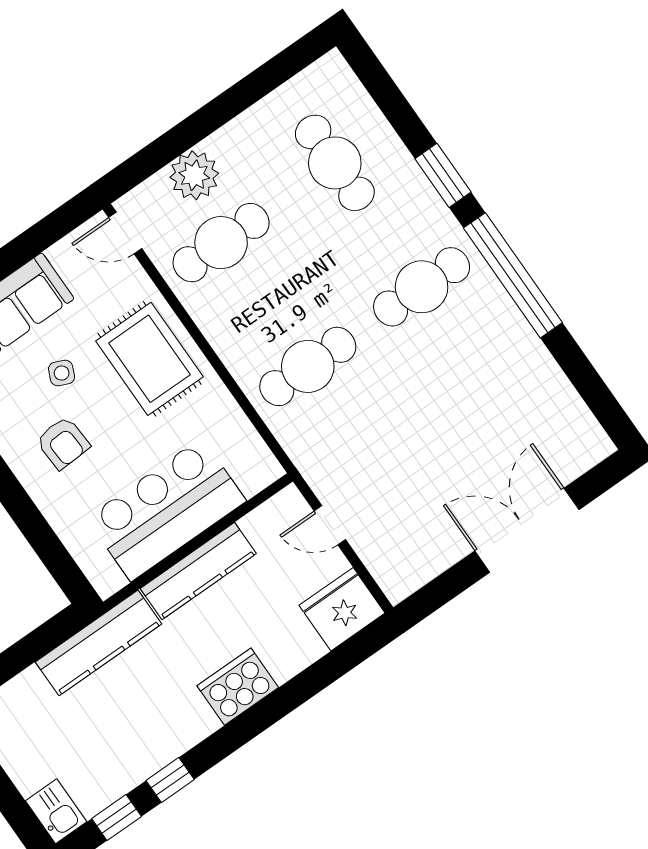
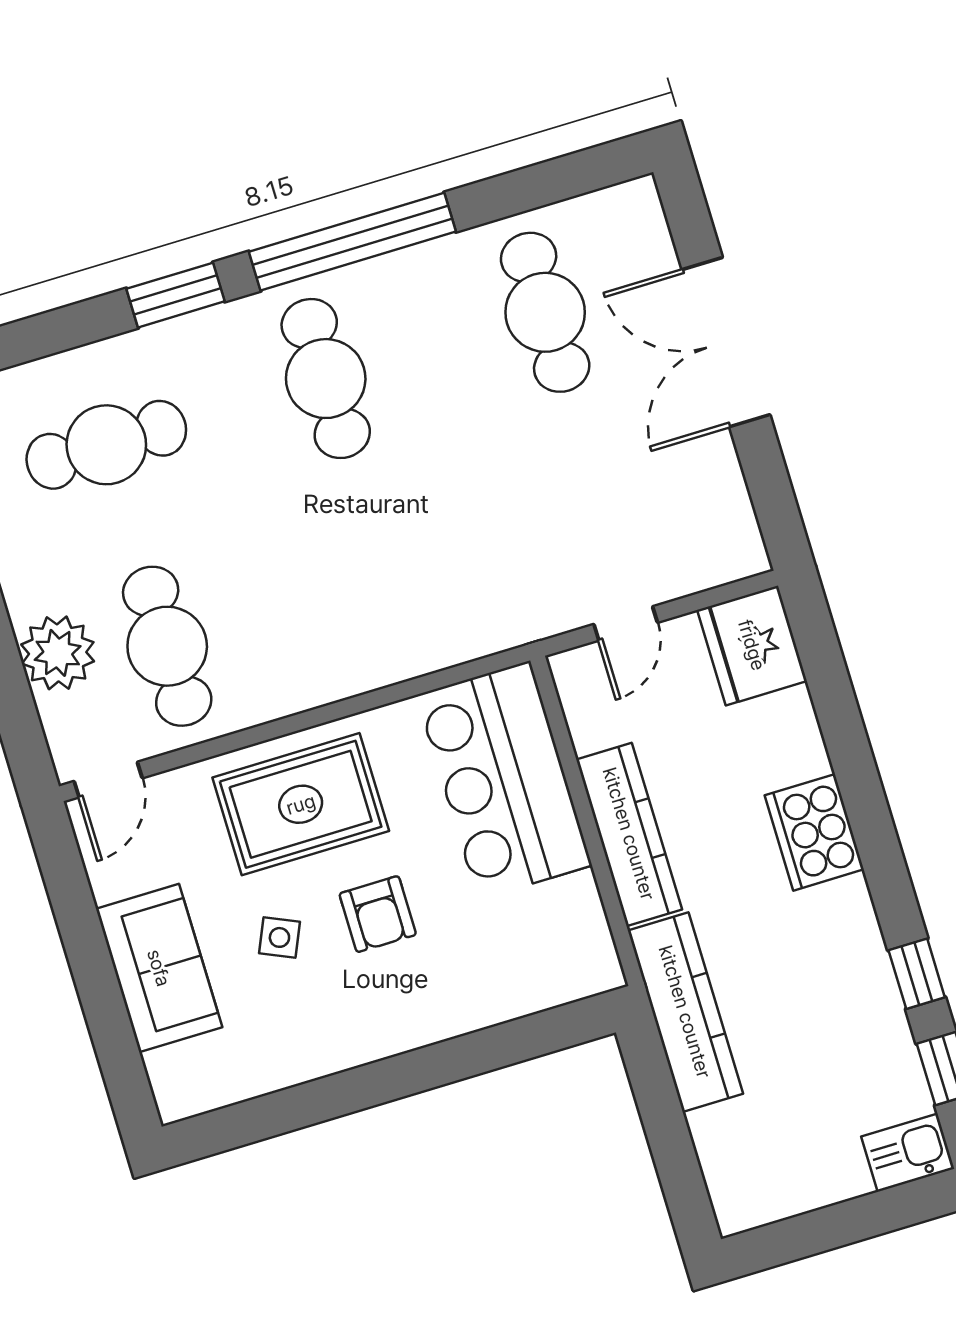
cafe table: (308, 366) -> (545, 312), moved
armchair: (63, 443) -> (378, 914), moved, turned 93
bar counter: (166, 510) -> (504, 780), moved

